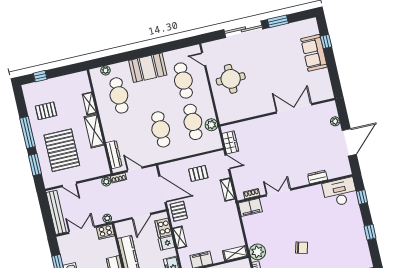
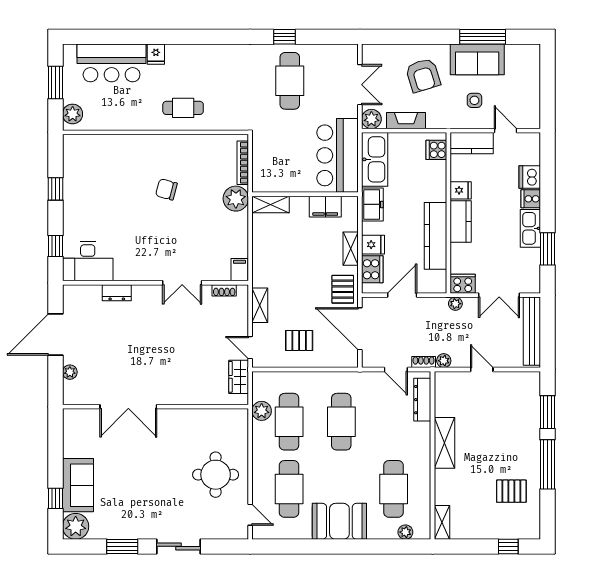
plant: (310, 27) -> (76, 526), added
sliding door: (243, 29) -> (178, 546), width x0.73
shelving: (89, 103) -> (442, 522), moved
pallet: (62, 150) -> (501, 425), removed
door: (69, 184) -> (482, 369), moved
filing cabinet: (250, 207) -> (240, 270), width x0.50

